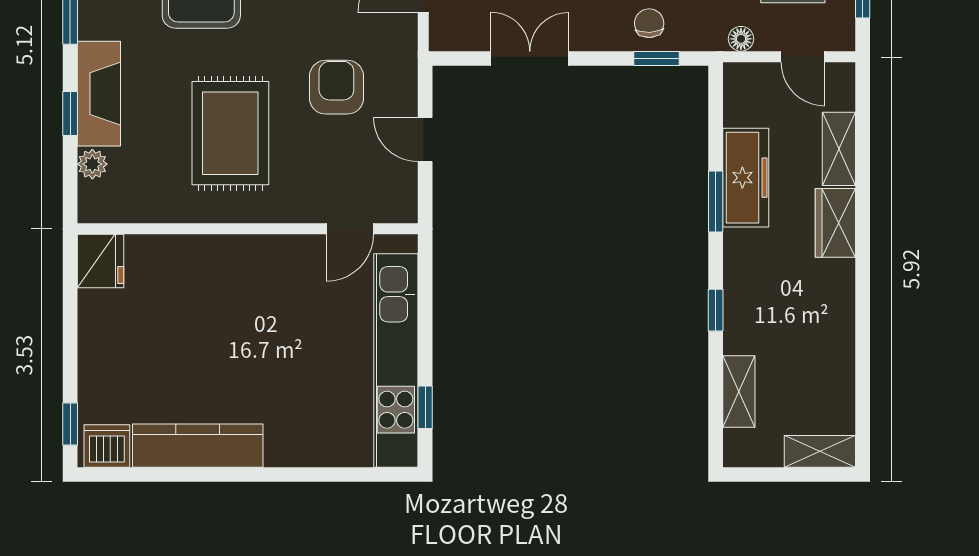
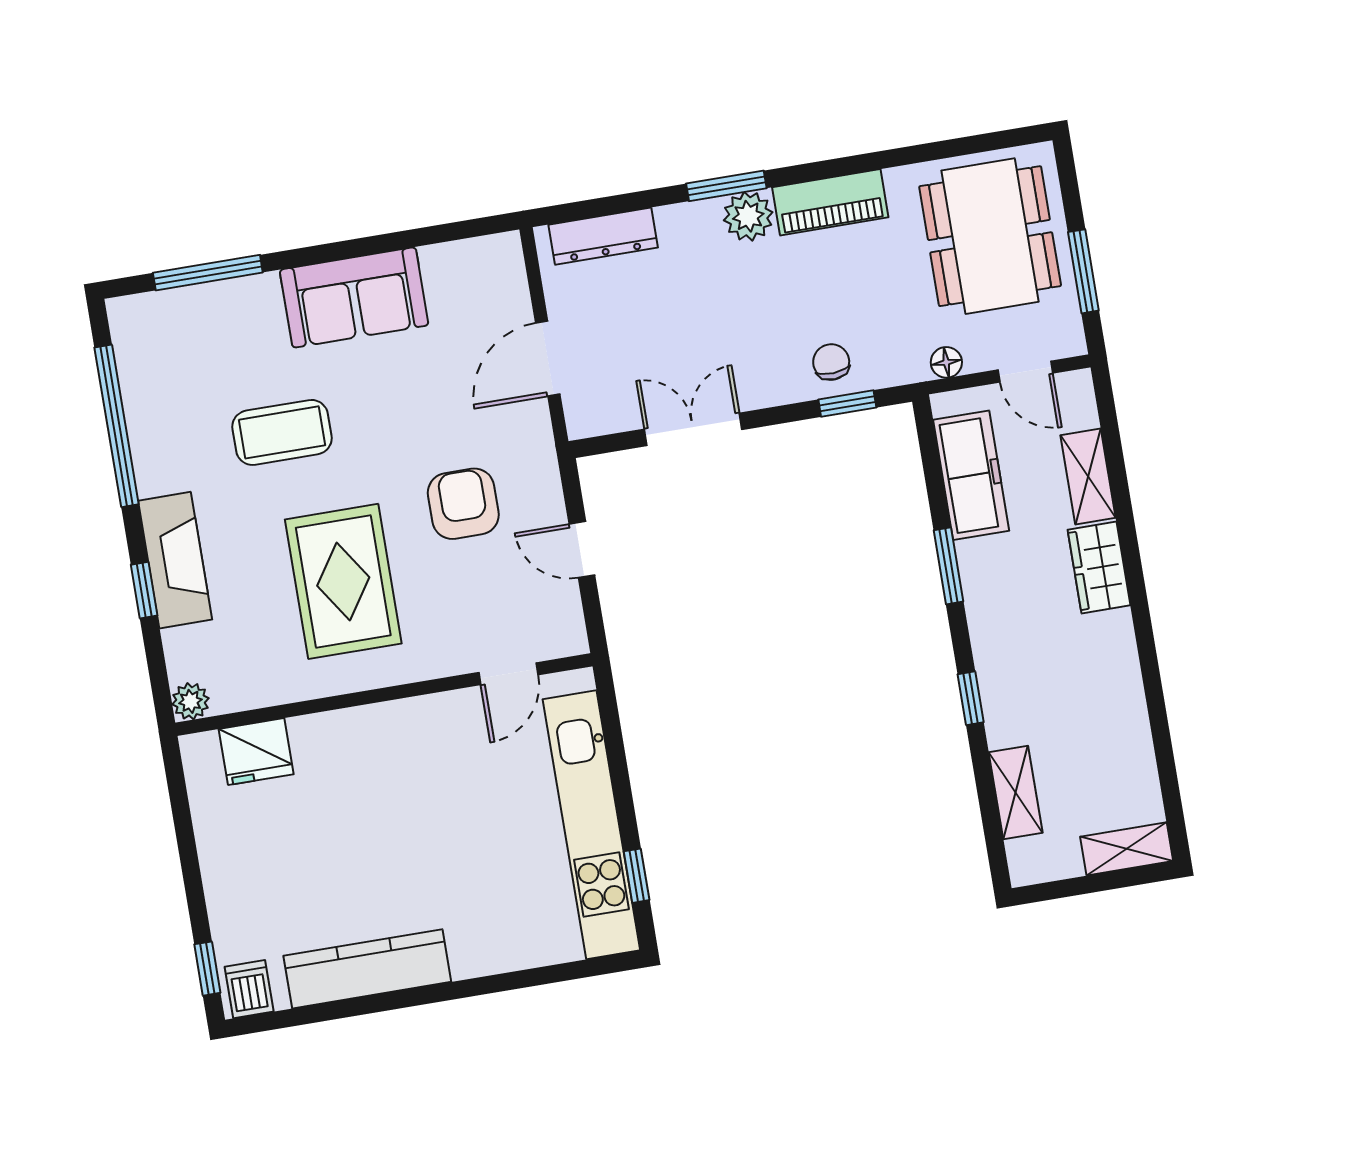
plant: (92, 164) -> (191, 701), moved
freezer: (746, 178) -> (971, 475), moved
fridge: (100, 261) -> (256, 752), moved, turned 90
dishwasher: (107, 446) -> (249, 989), width x0.73

